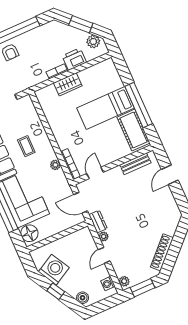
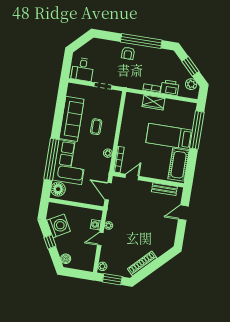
window: (139, 105) -> (197, 130), moved
dresser: (98, 222) -> (112, 212), removed
washing machine: (108, 284) -> (96, 225), moved

